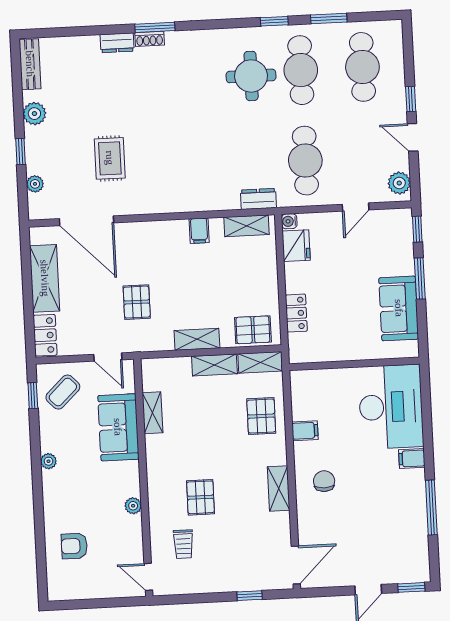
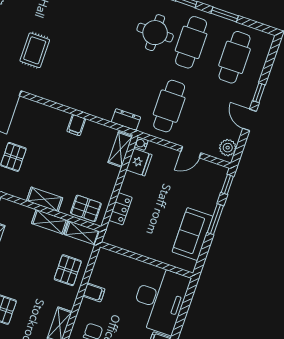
shelving: (246, 226) -> (120, 149), moved, turned 90

